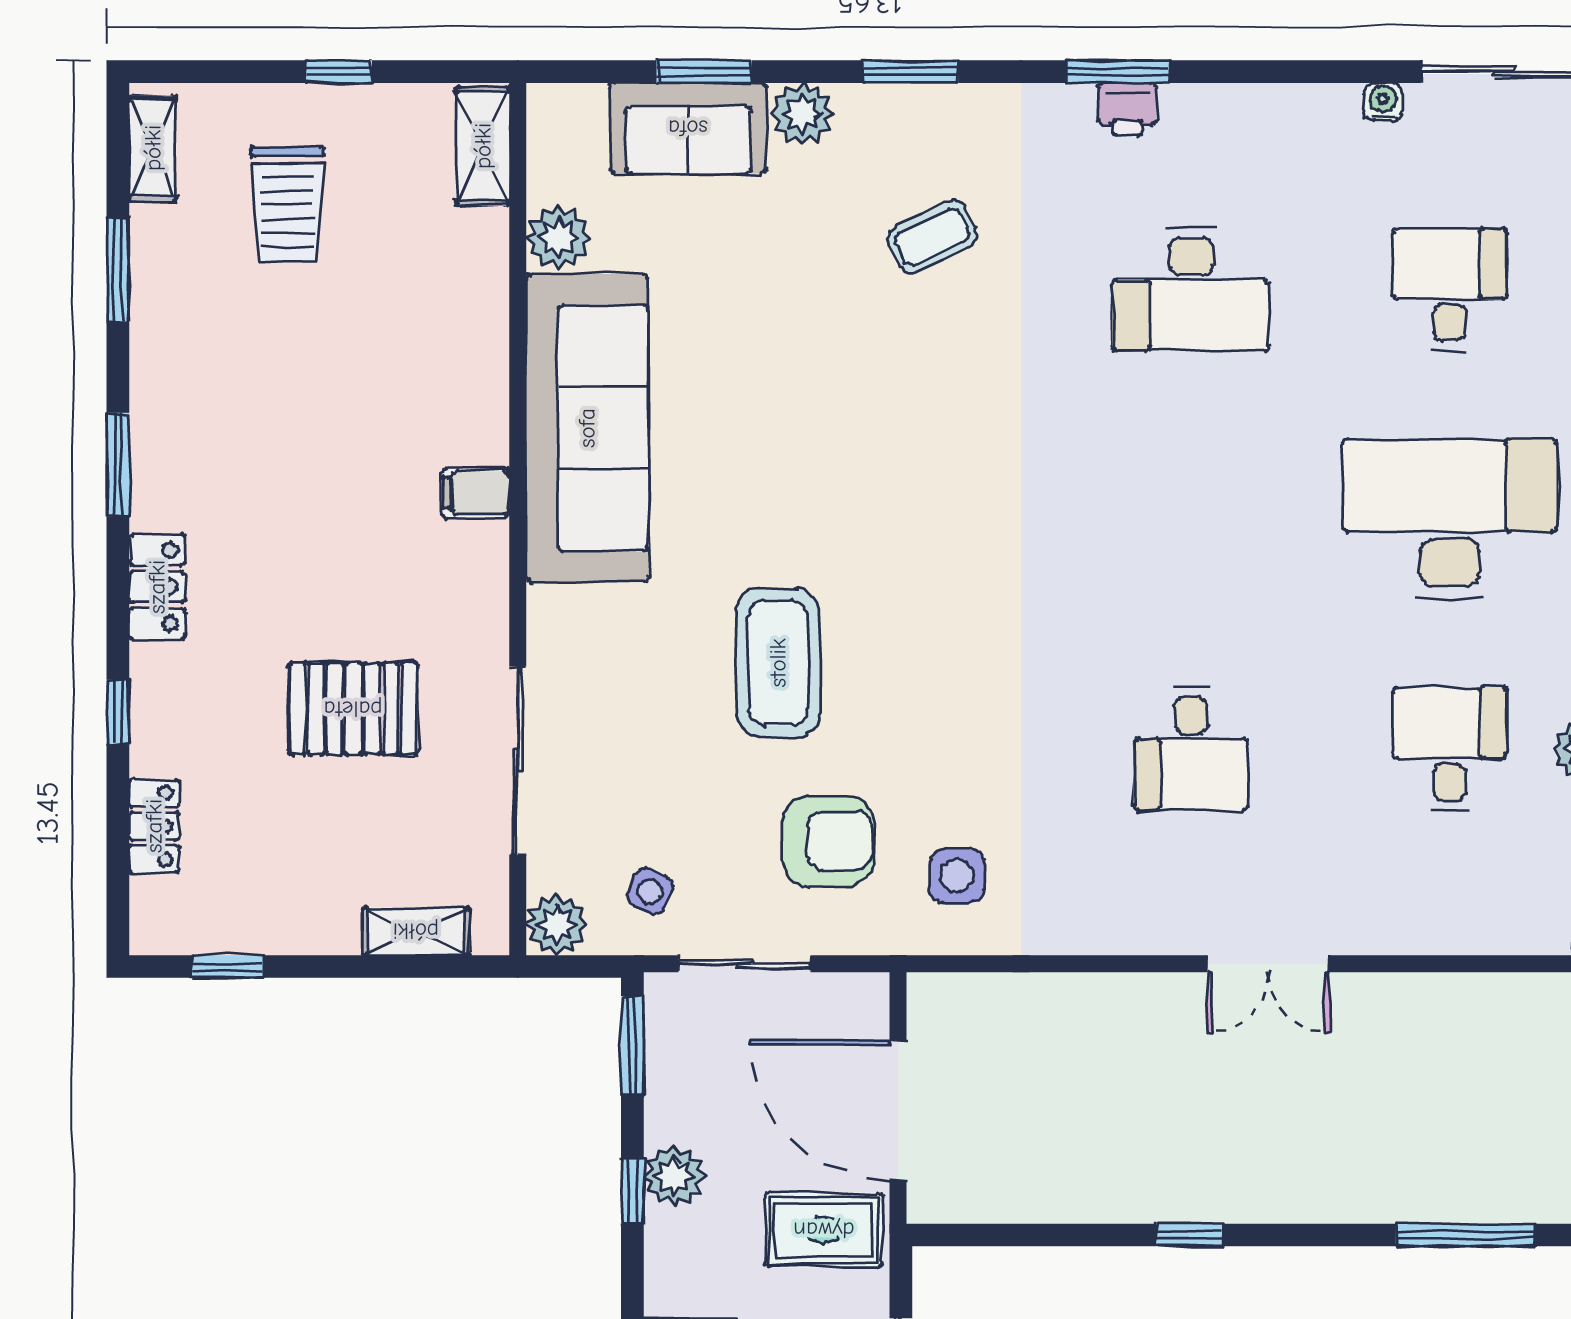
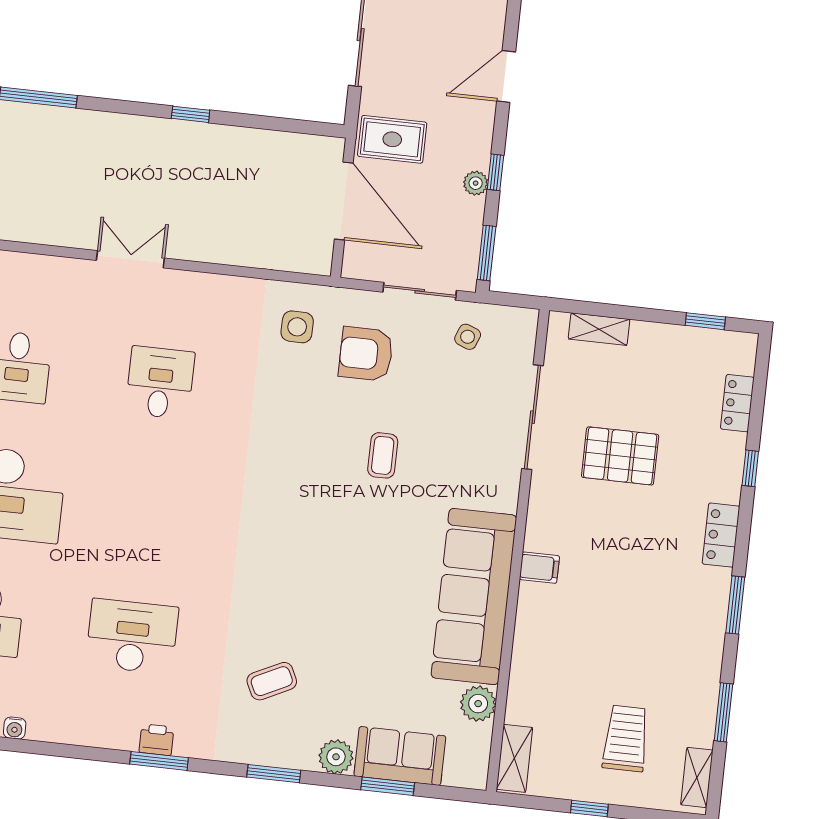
coffee table: (778, 663) -> (383, 455), width x0.54, depth x0.58
plant: (557, 925) -> (521, 324), removed
plant: (674, 1176) -> (476, 183), width x0.73, depth x0.73

